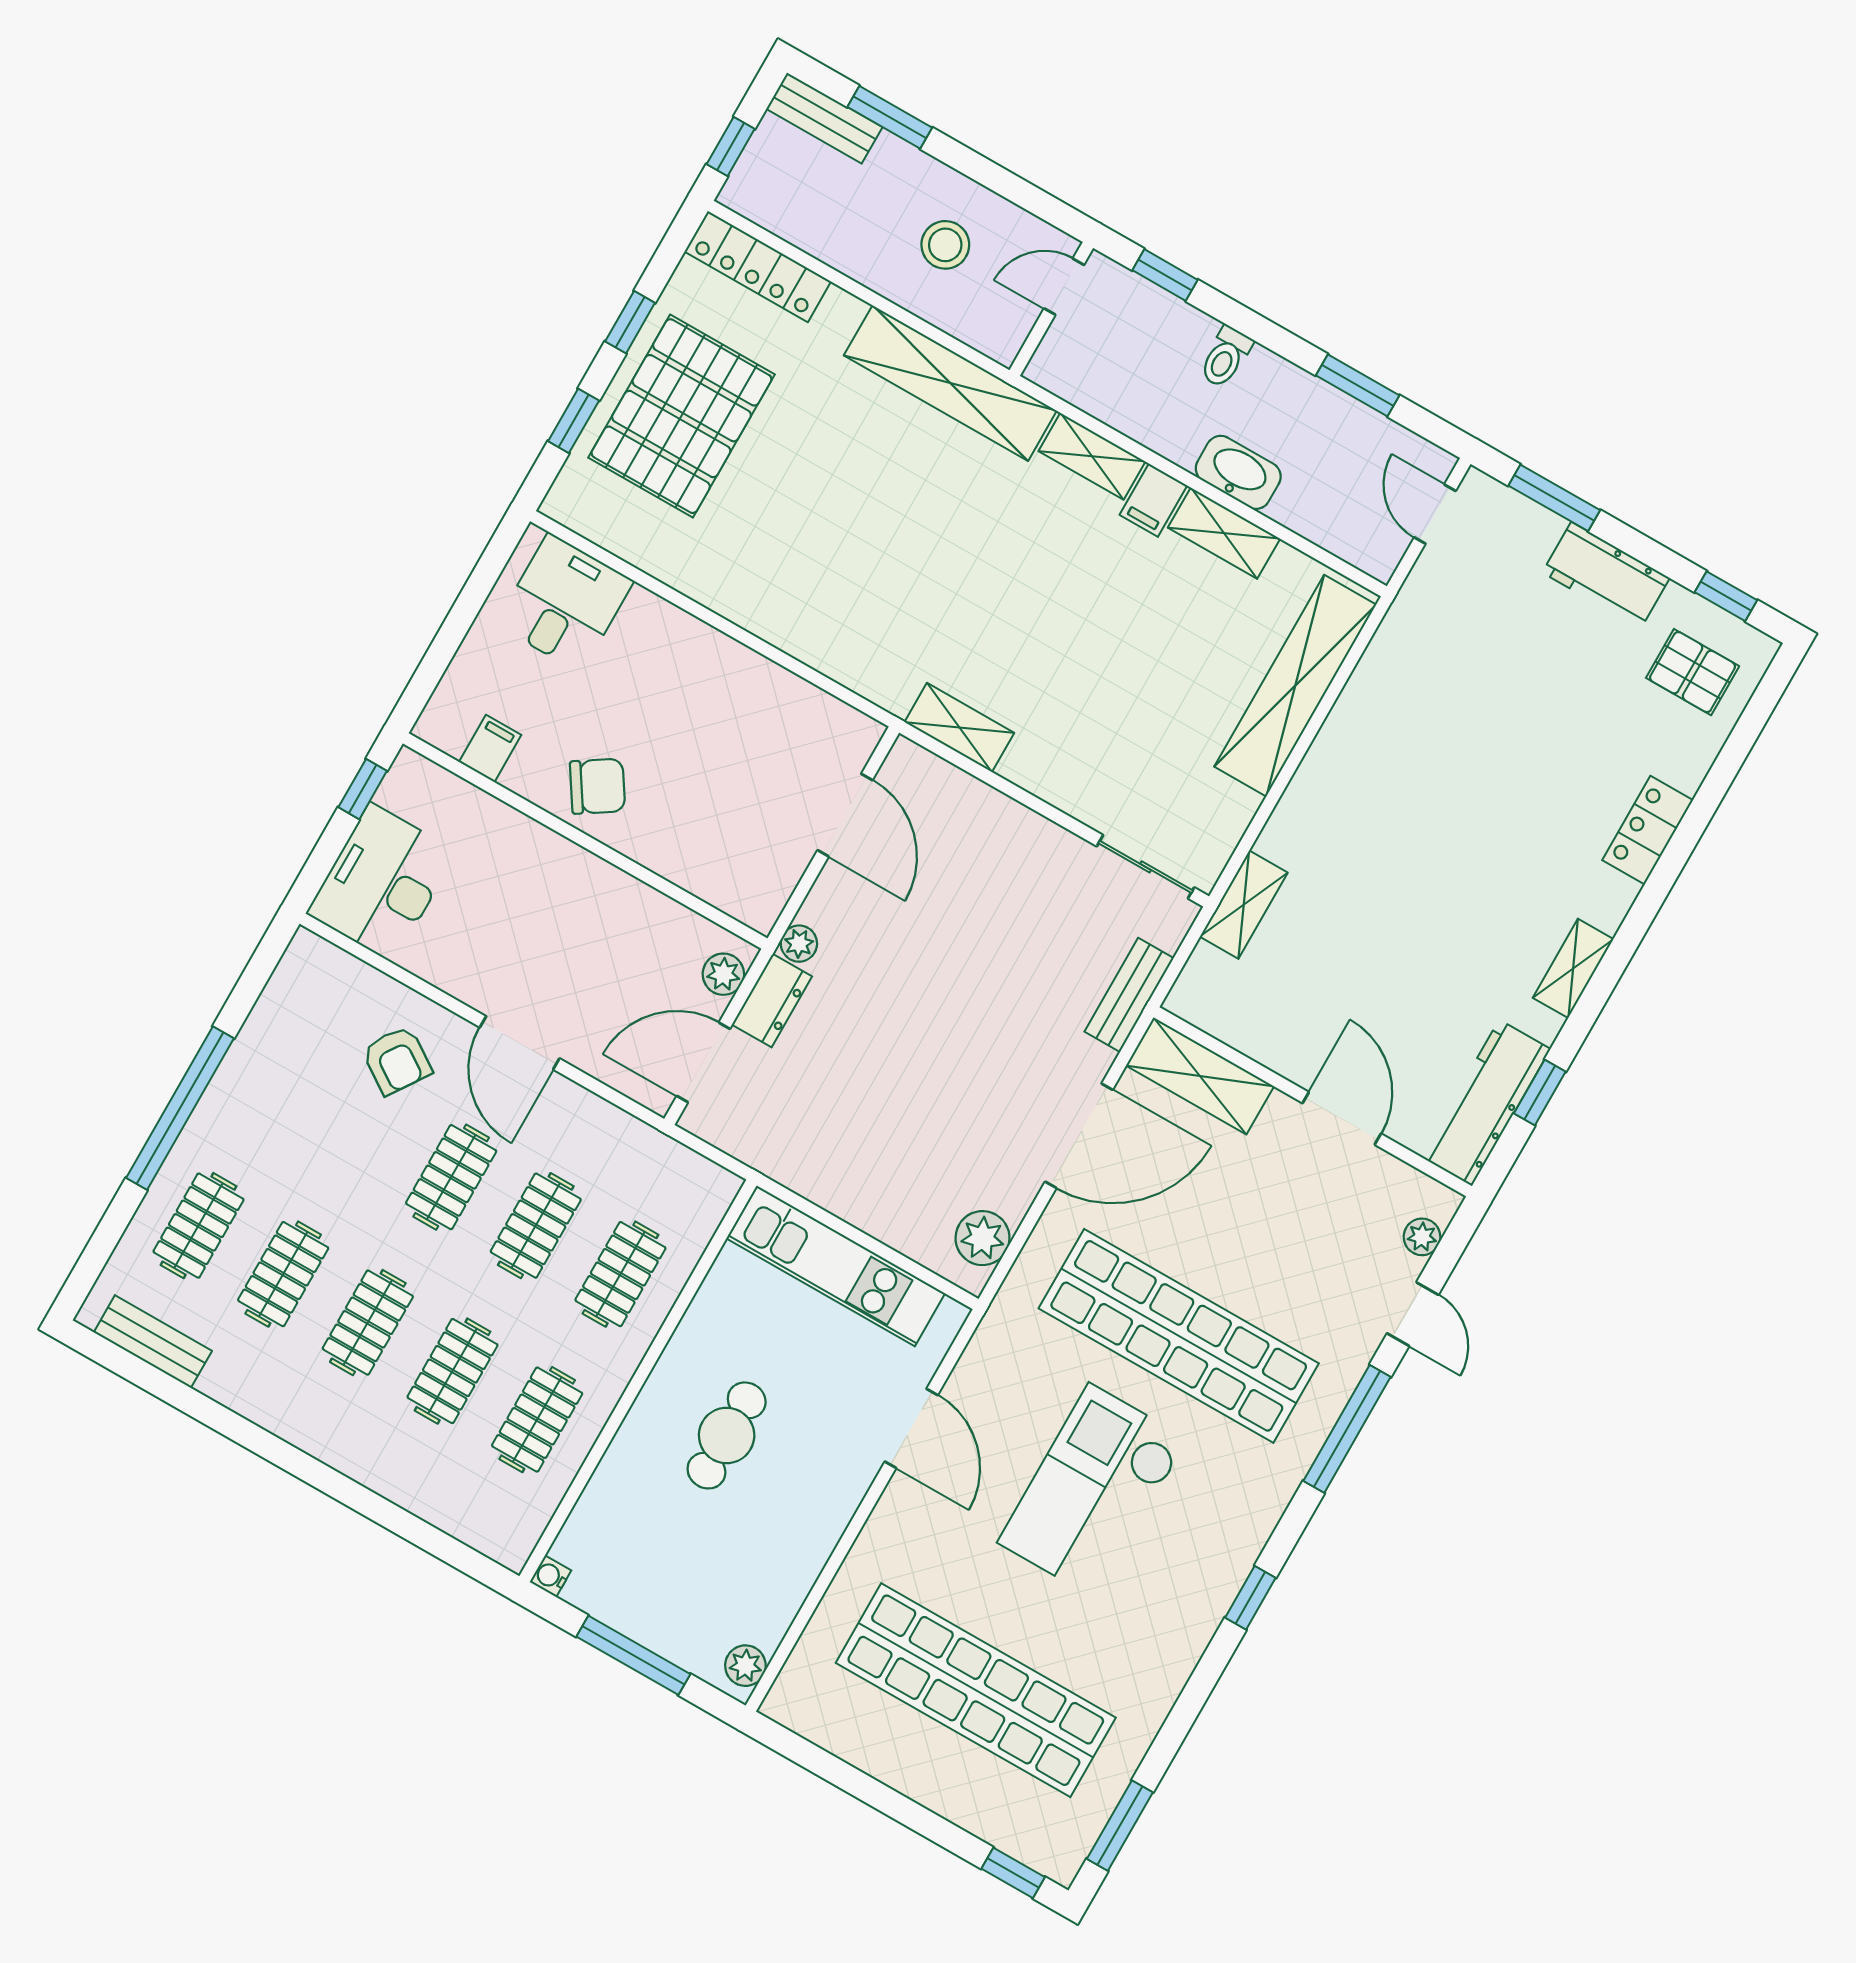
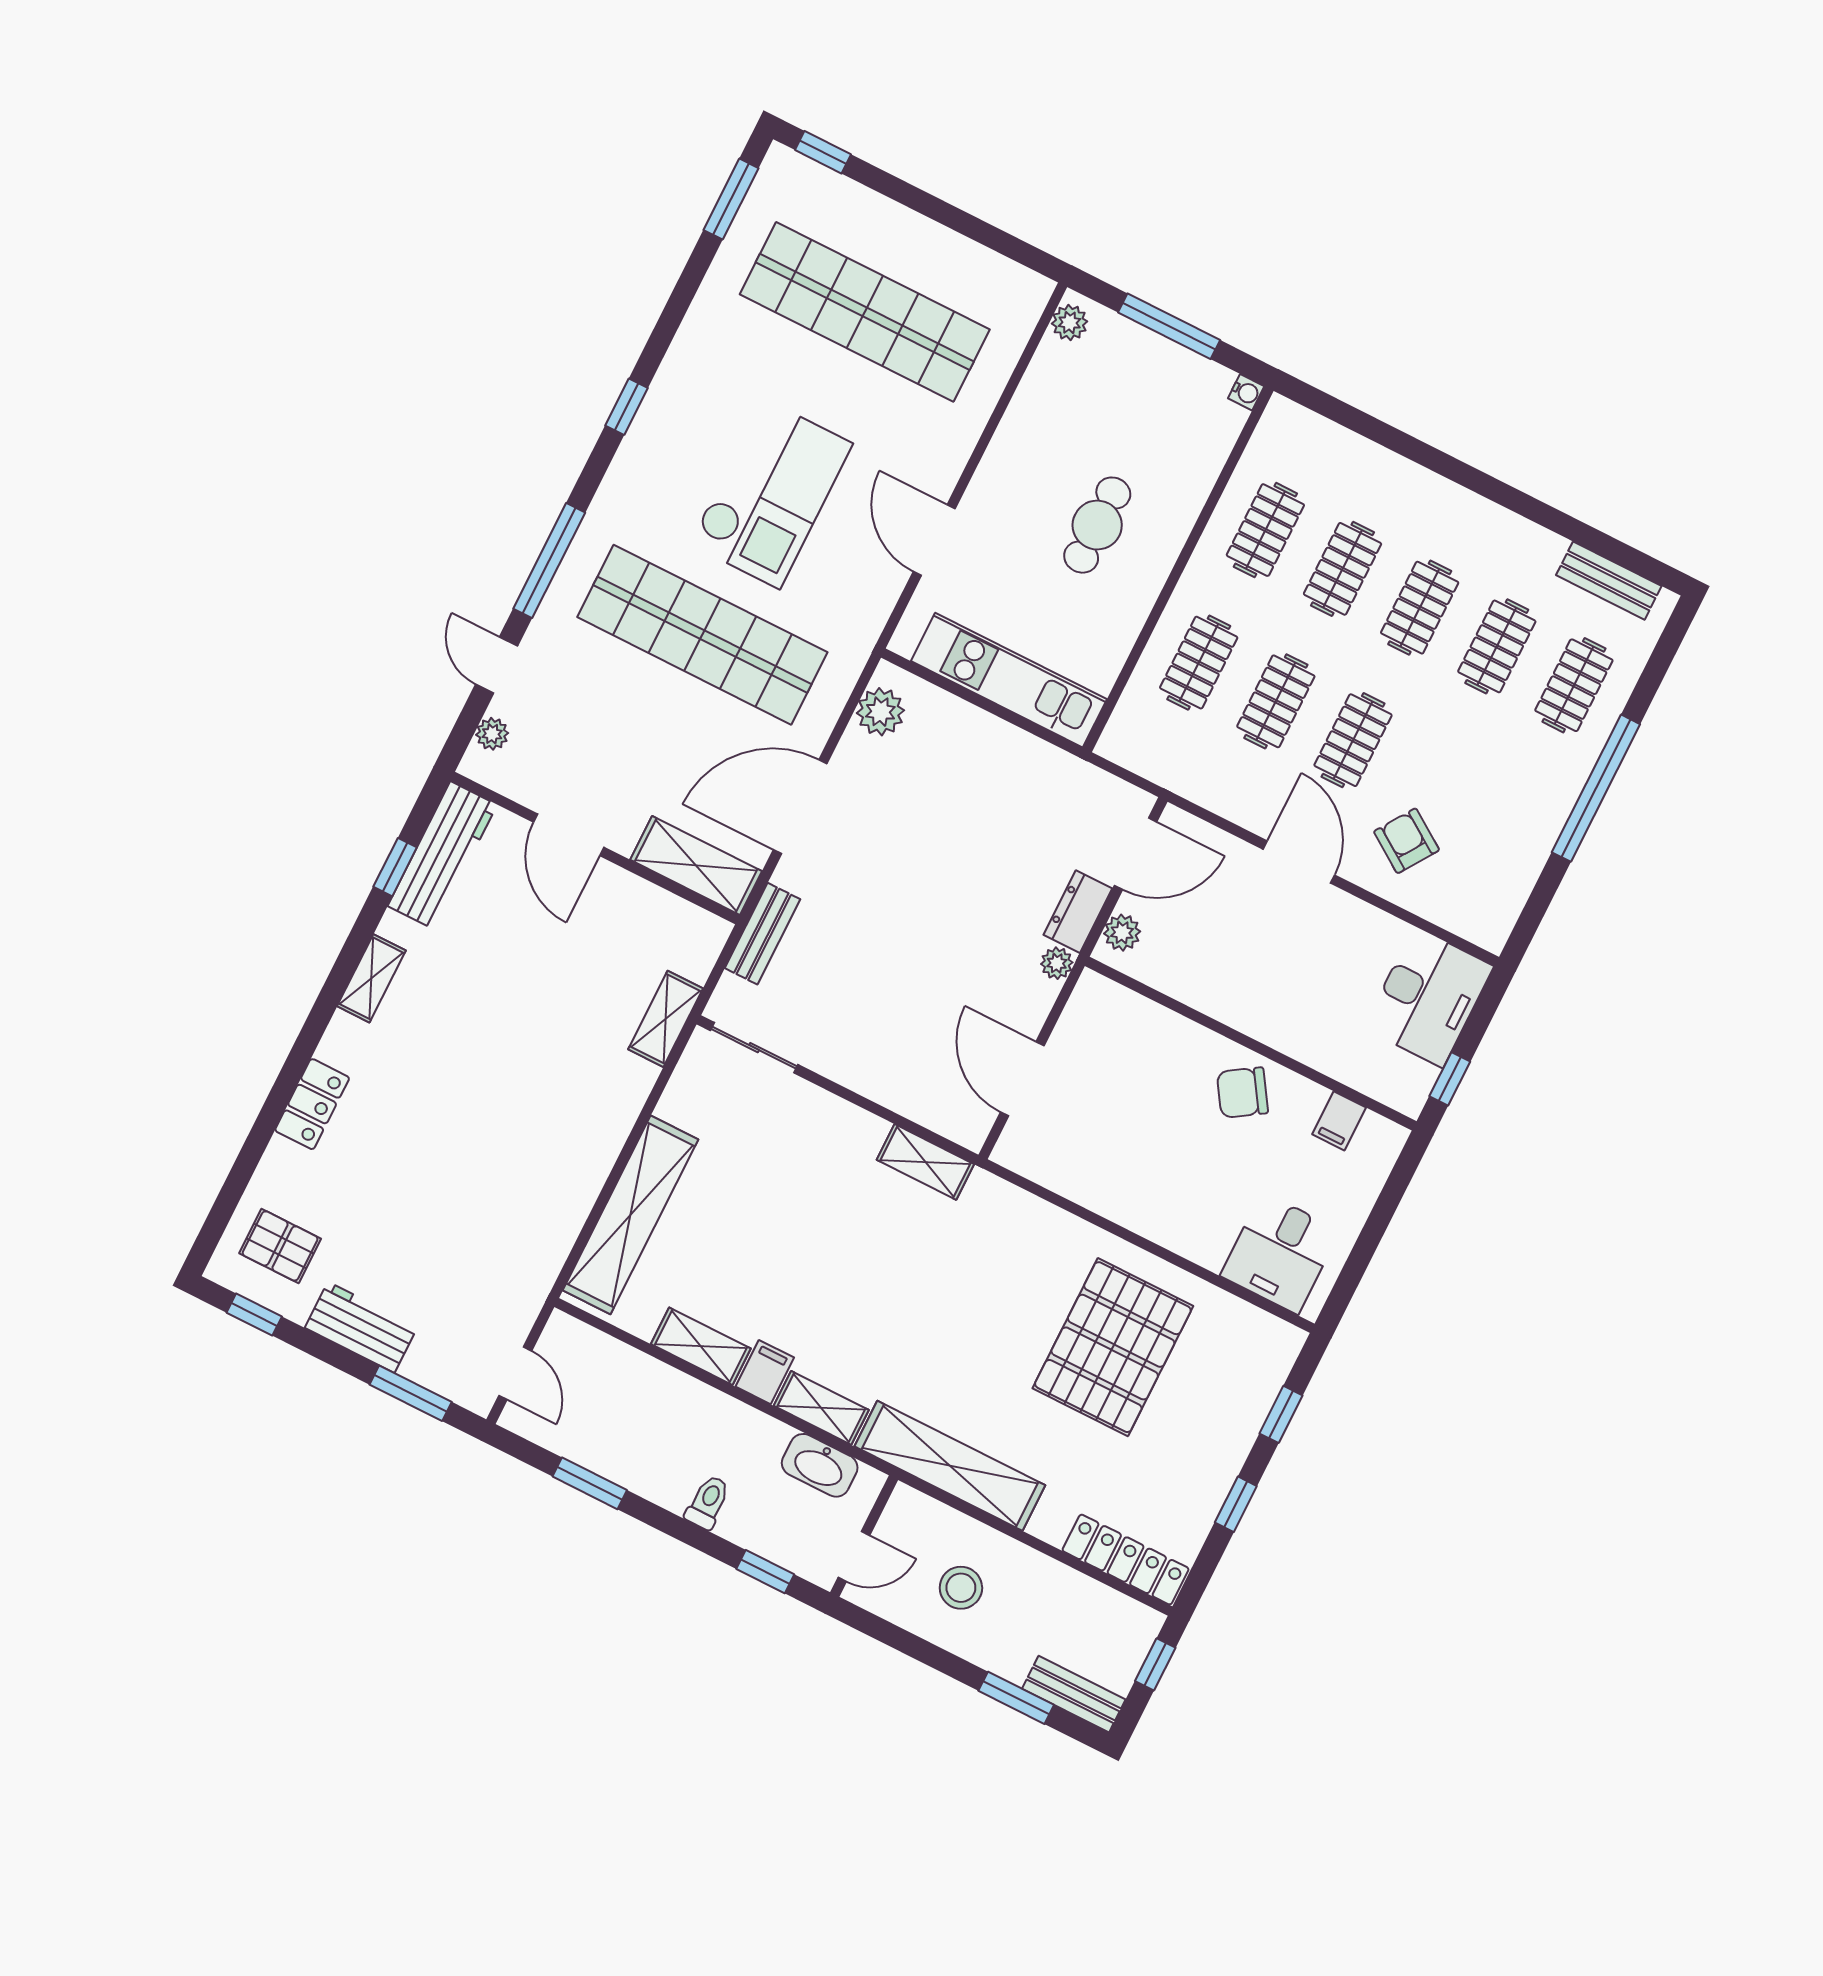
pallet: (681, 416) -> (1113, 1347), moved
washbasin: (1238, 472) -> (820, 1465), moved

